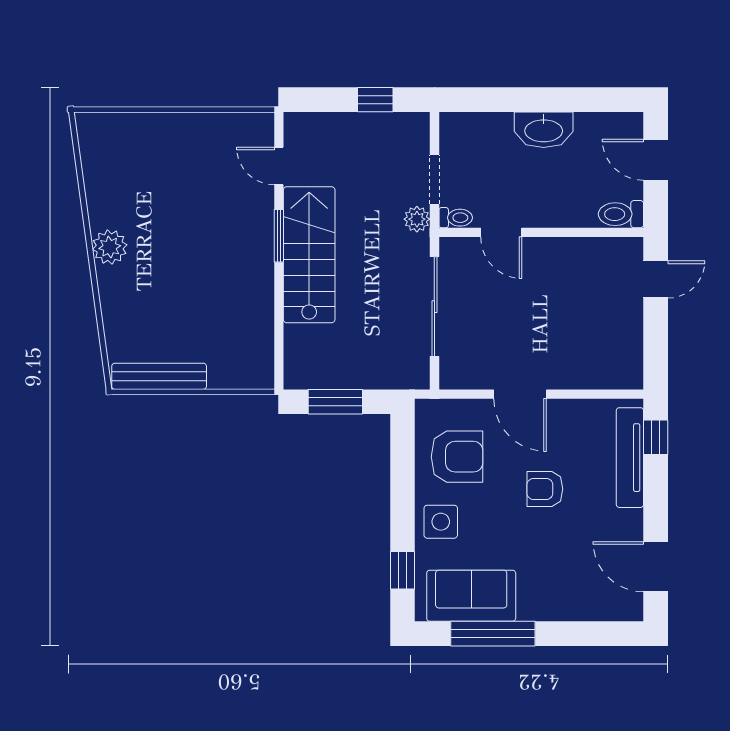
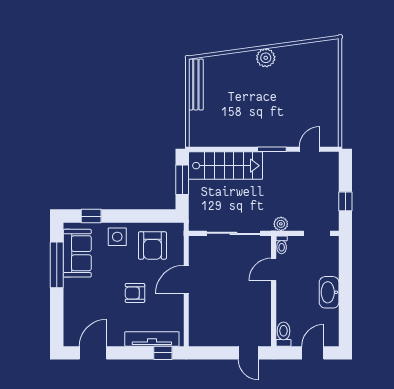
doorway: (434, 179) -> (317, 233), moved
stairs: (309, 255) -> (226, 166), moved
armchair: (545, 489) -> (135, 293), turned -90

